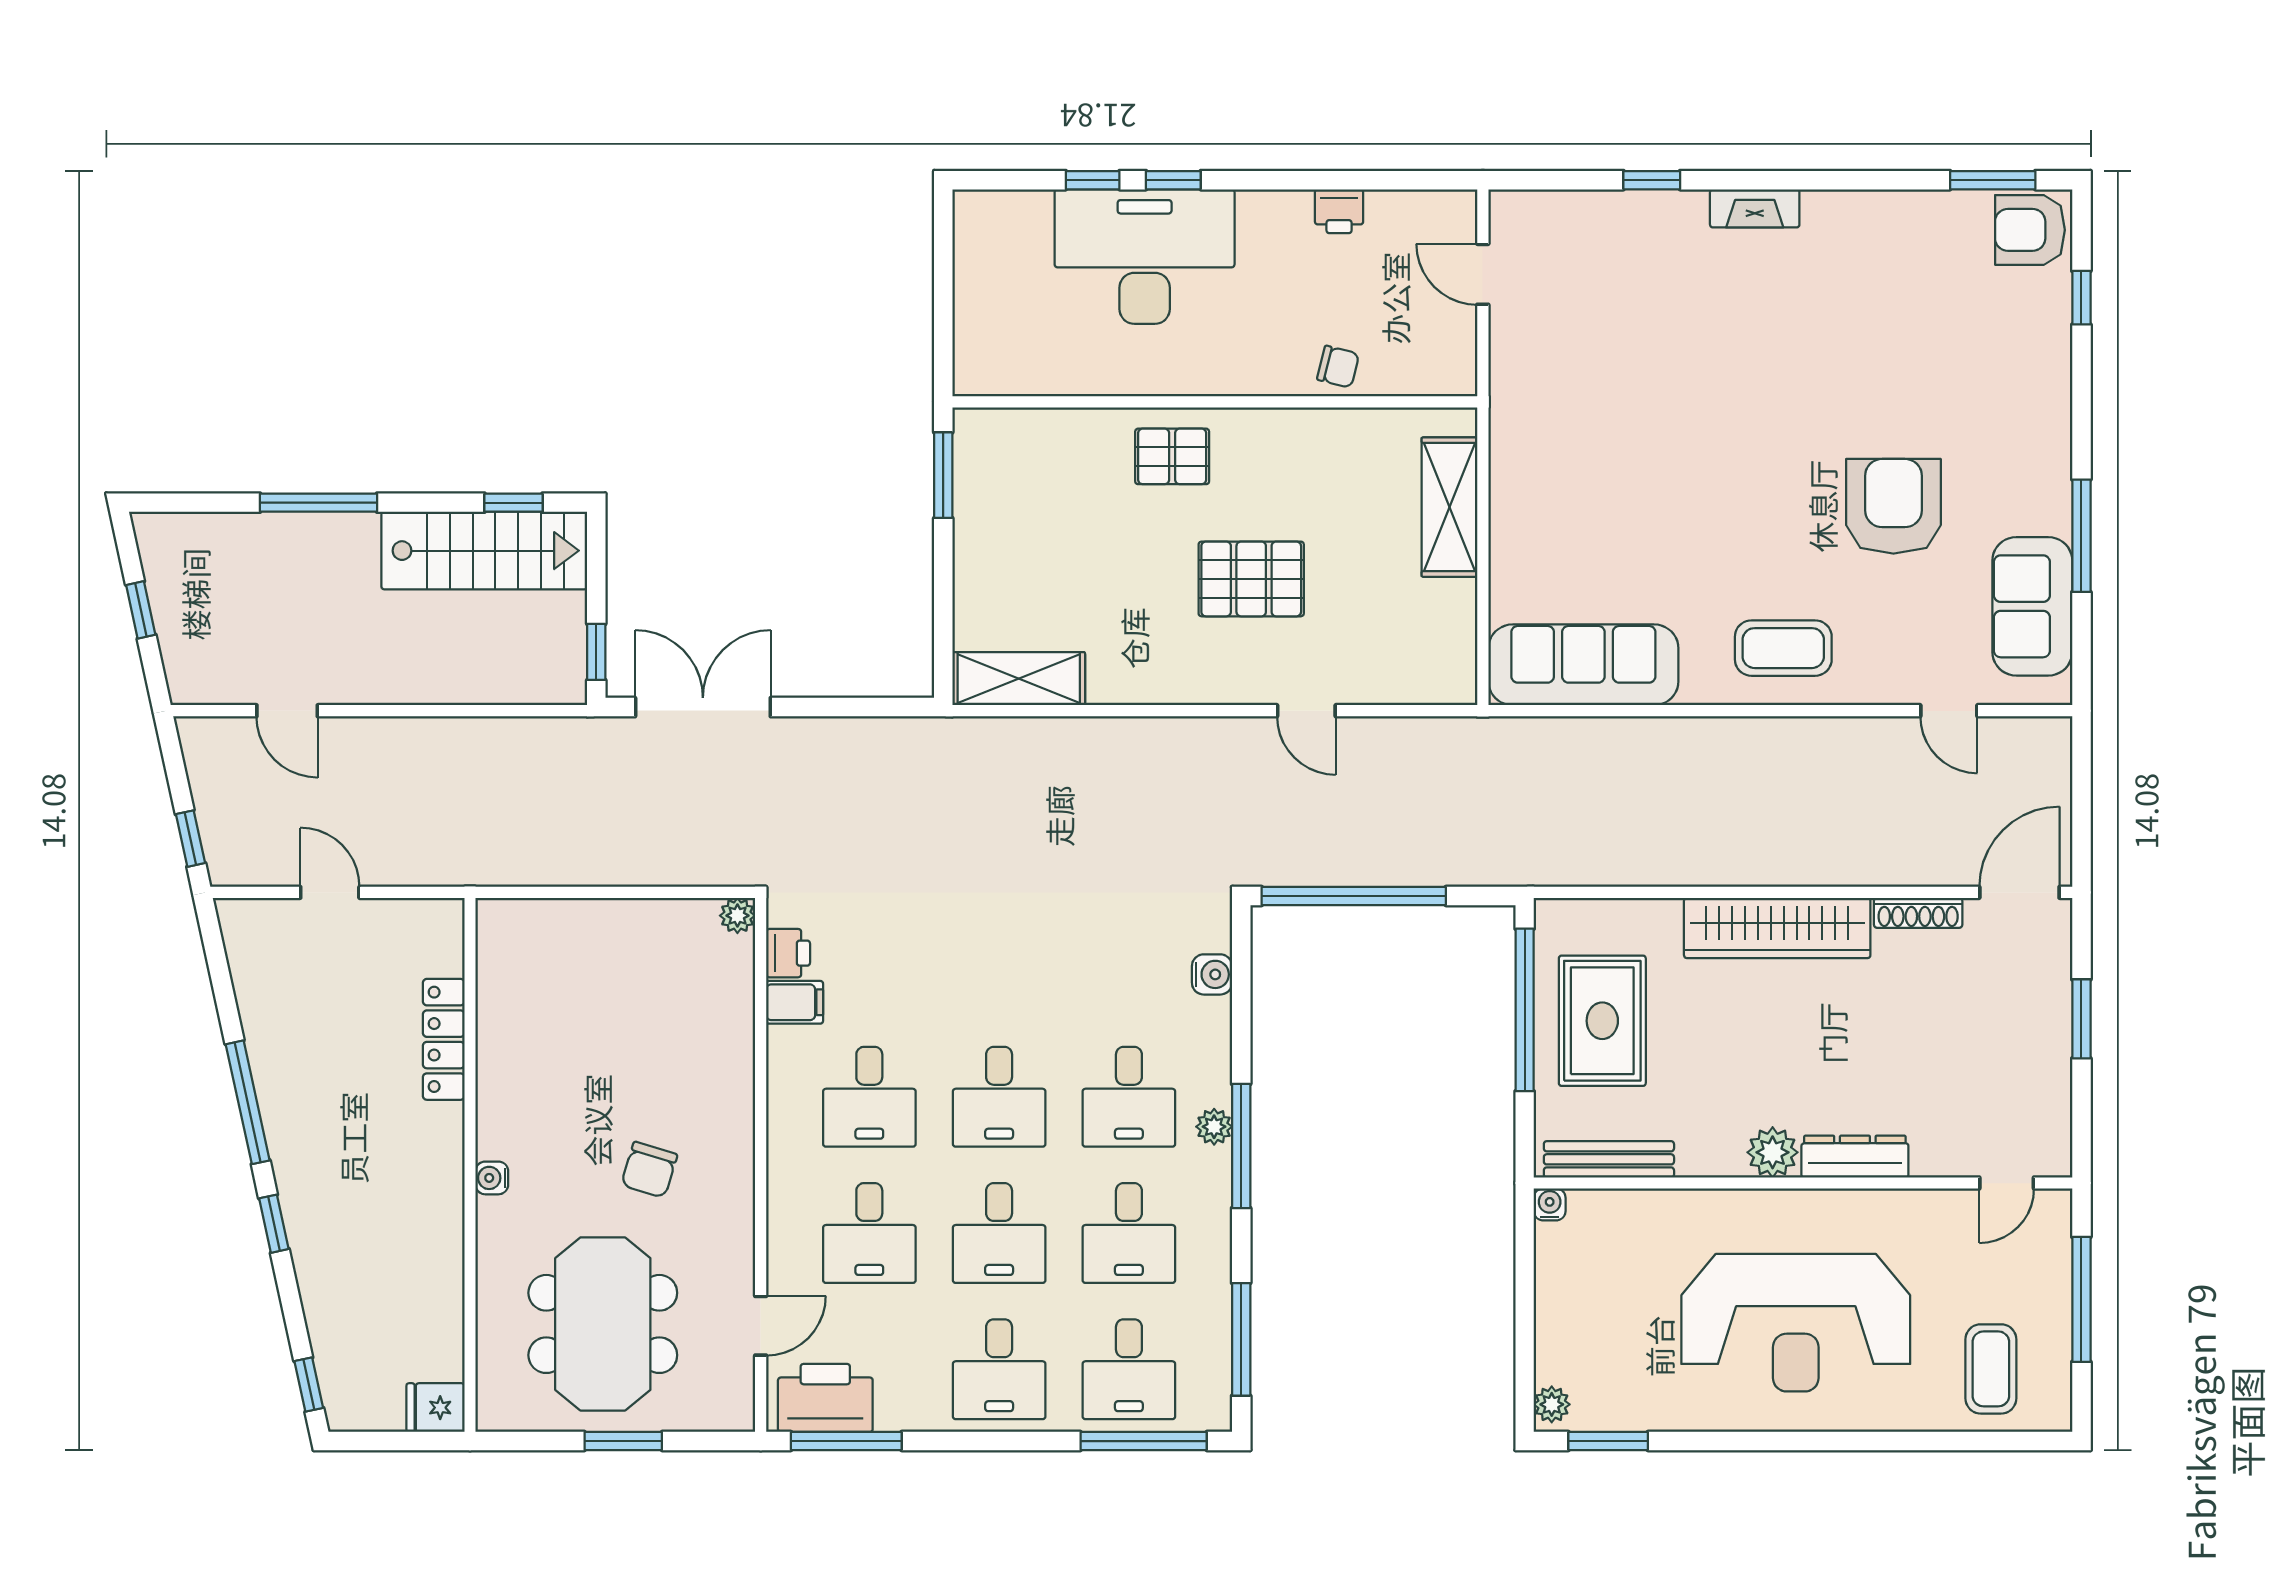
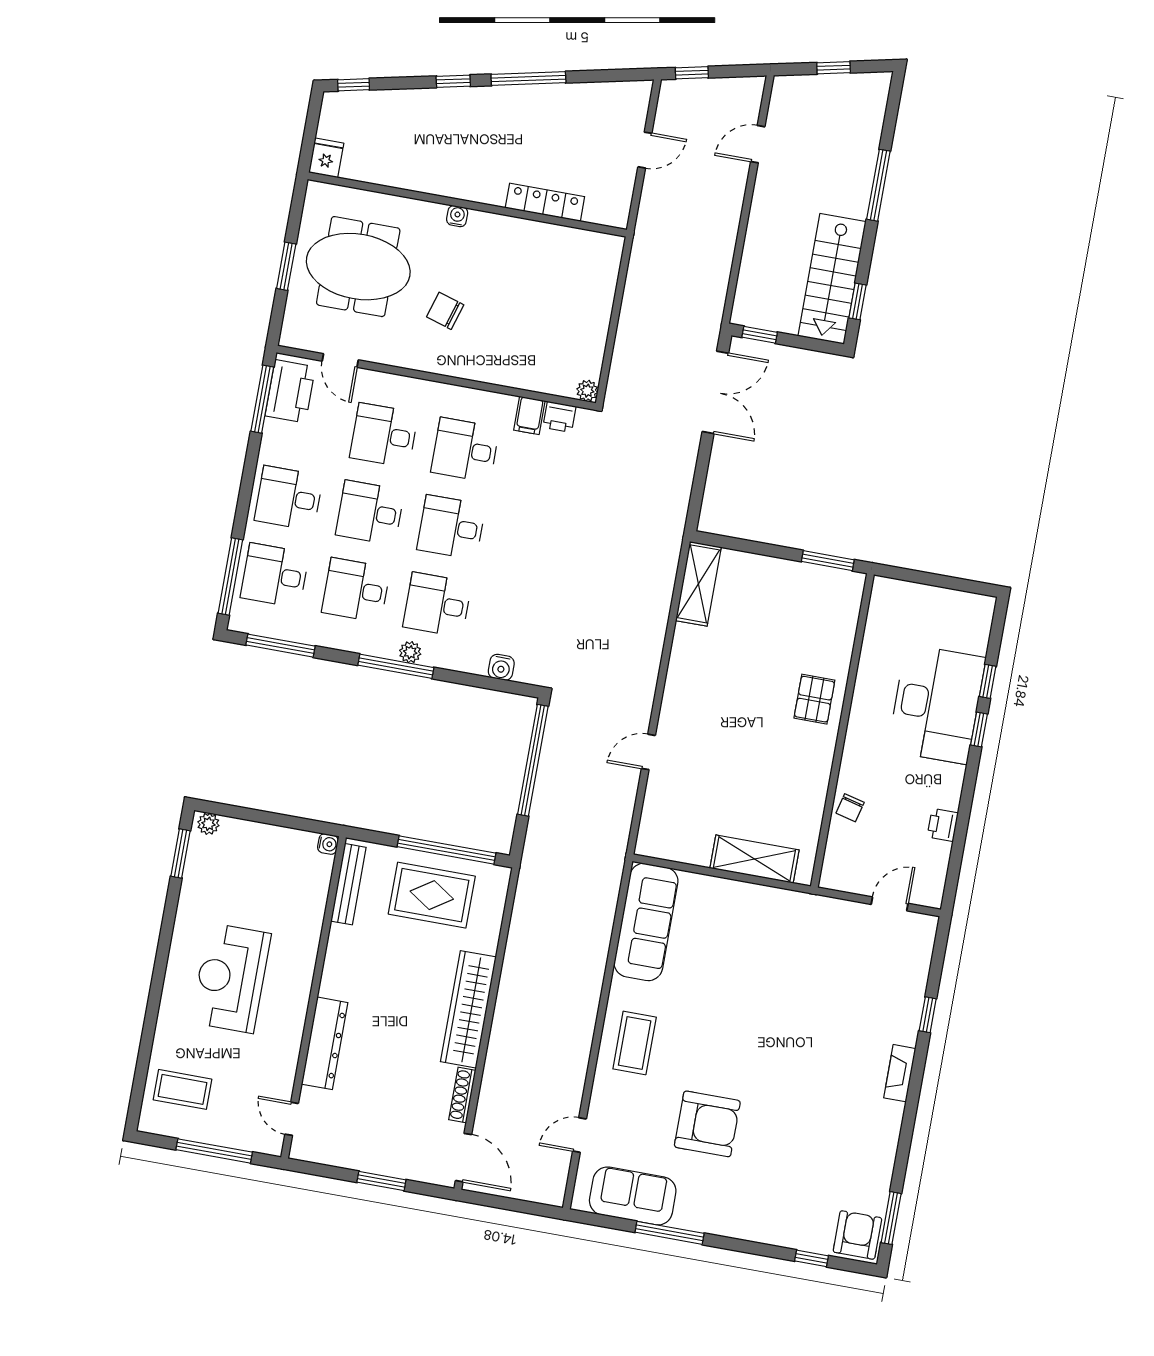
pallet: (1251, 579) -> (733, 733), removed
plant: (1773, 1152) -> (335, 982), removed
dresser: (1855, 1157) -> (325, 1043), width x1.37, depth x1.24
reception desk: (1796, 1323) -> (231, 978), width x0.74, depth x0.77

